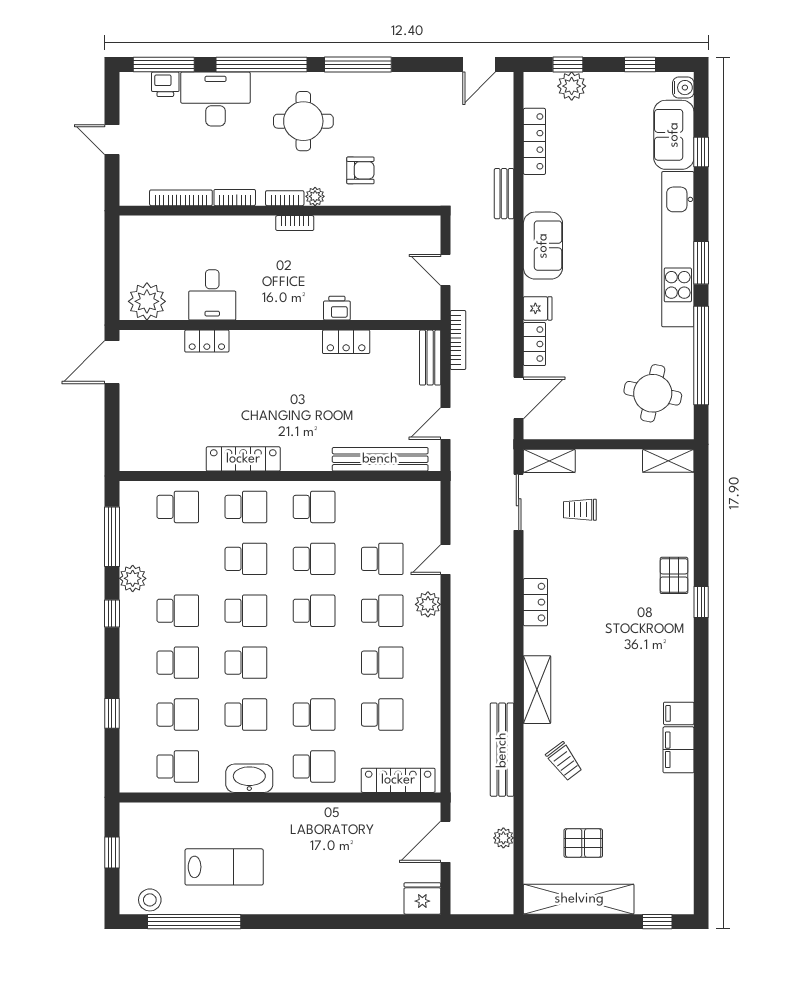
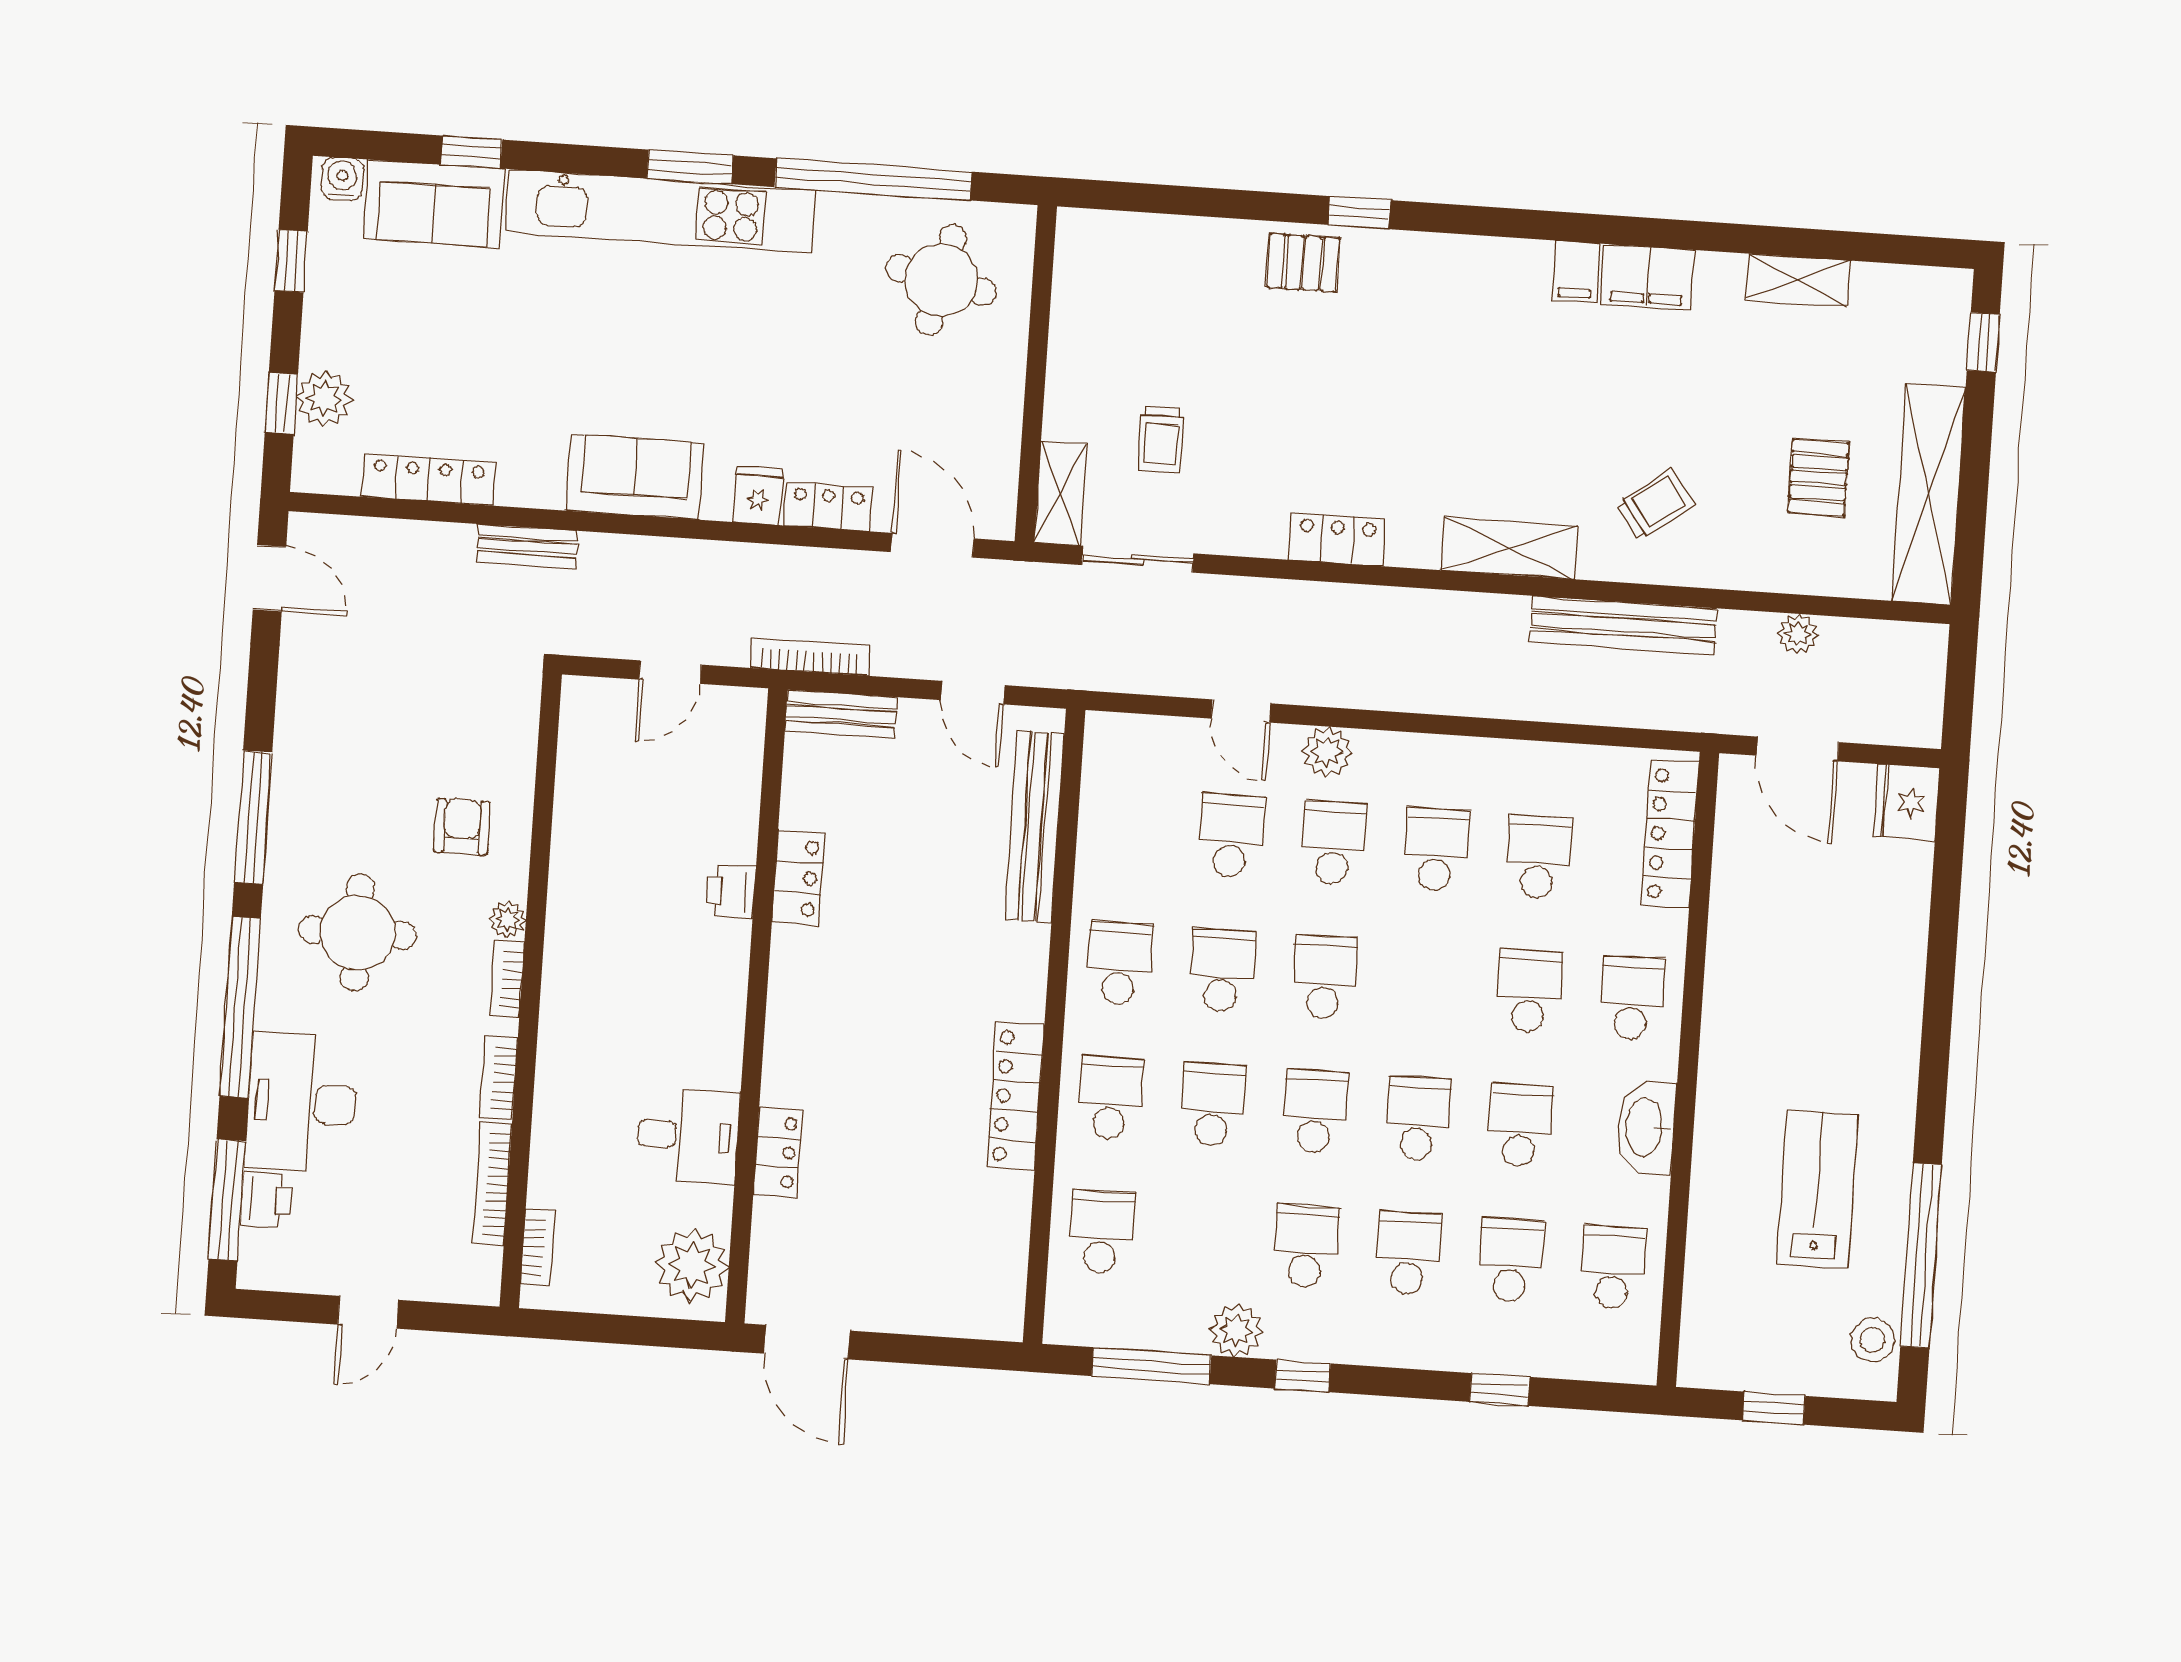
bookcase: (295, 223) -> (538, 1247), moved
shelving: (668, 461) -> (1798, 280), moved, turned 90

